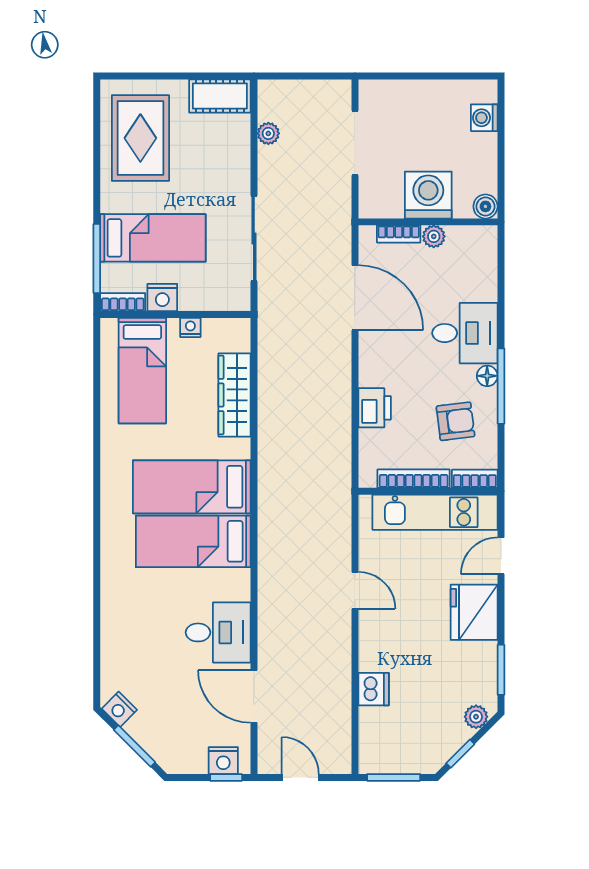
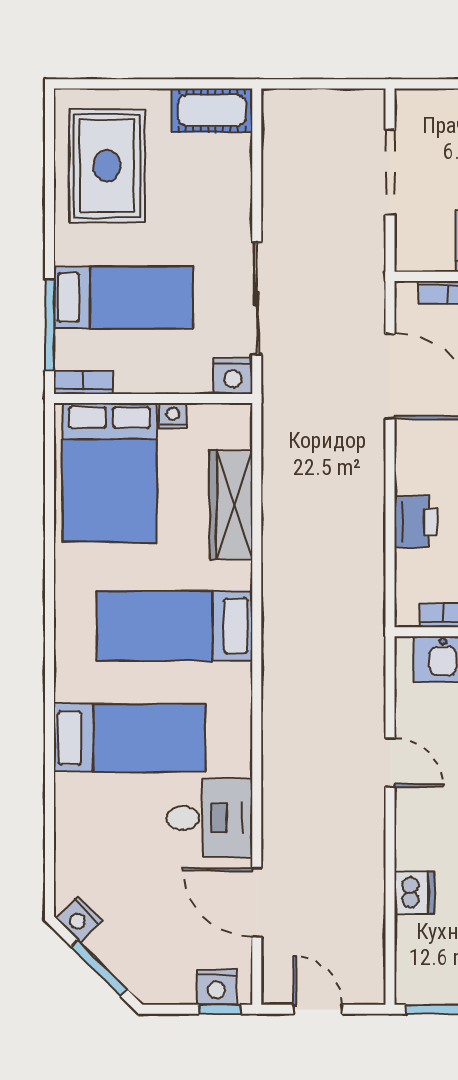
plant: (268, 133) -> (276, 160), removed
nightstand: (162, 297) -> (233, 376), moved
bed: (142, 371) -> (109, 473), width x1.50
bed: (193, 541) -> (130, 738), moved, turned 180

